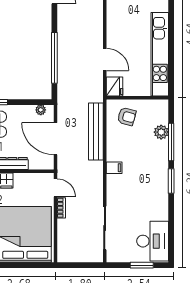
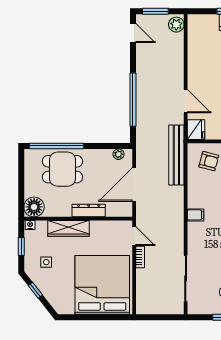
bench: (96, 132) -> (176, 155), moved
door: (56, 139) -> (134, 184), hinge flipped

